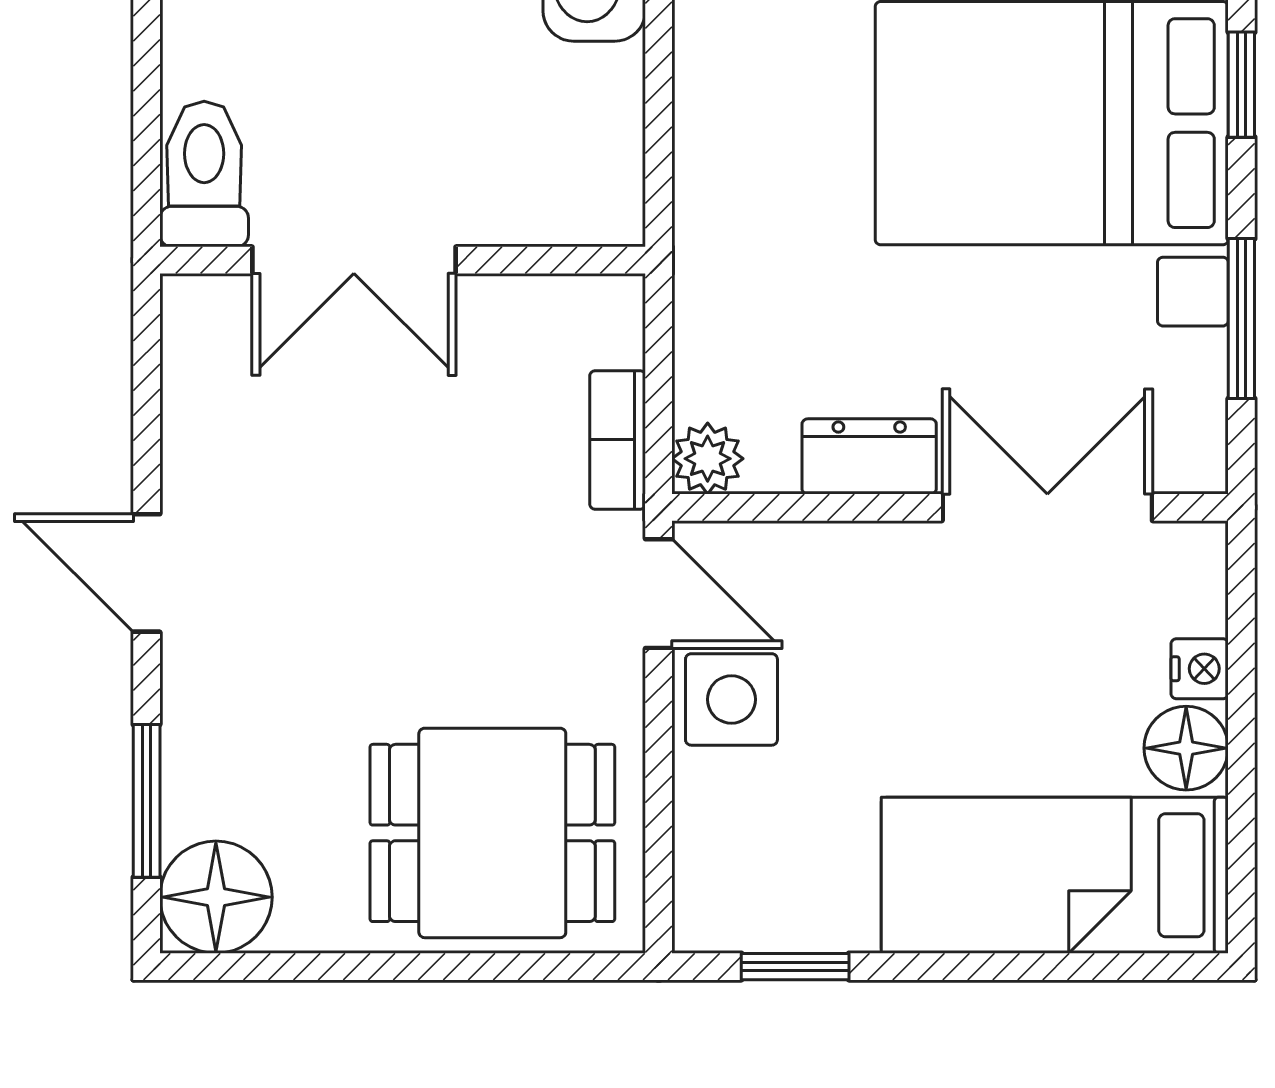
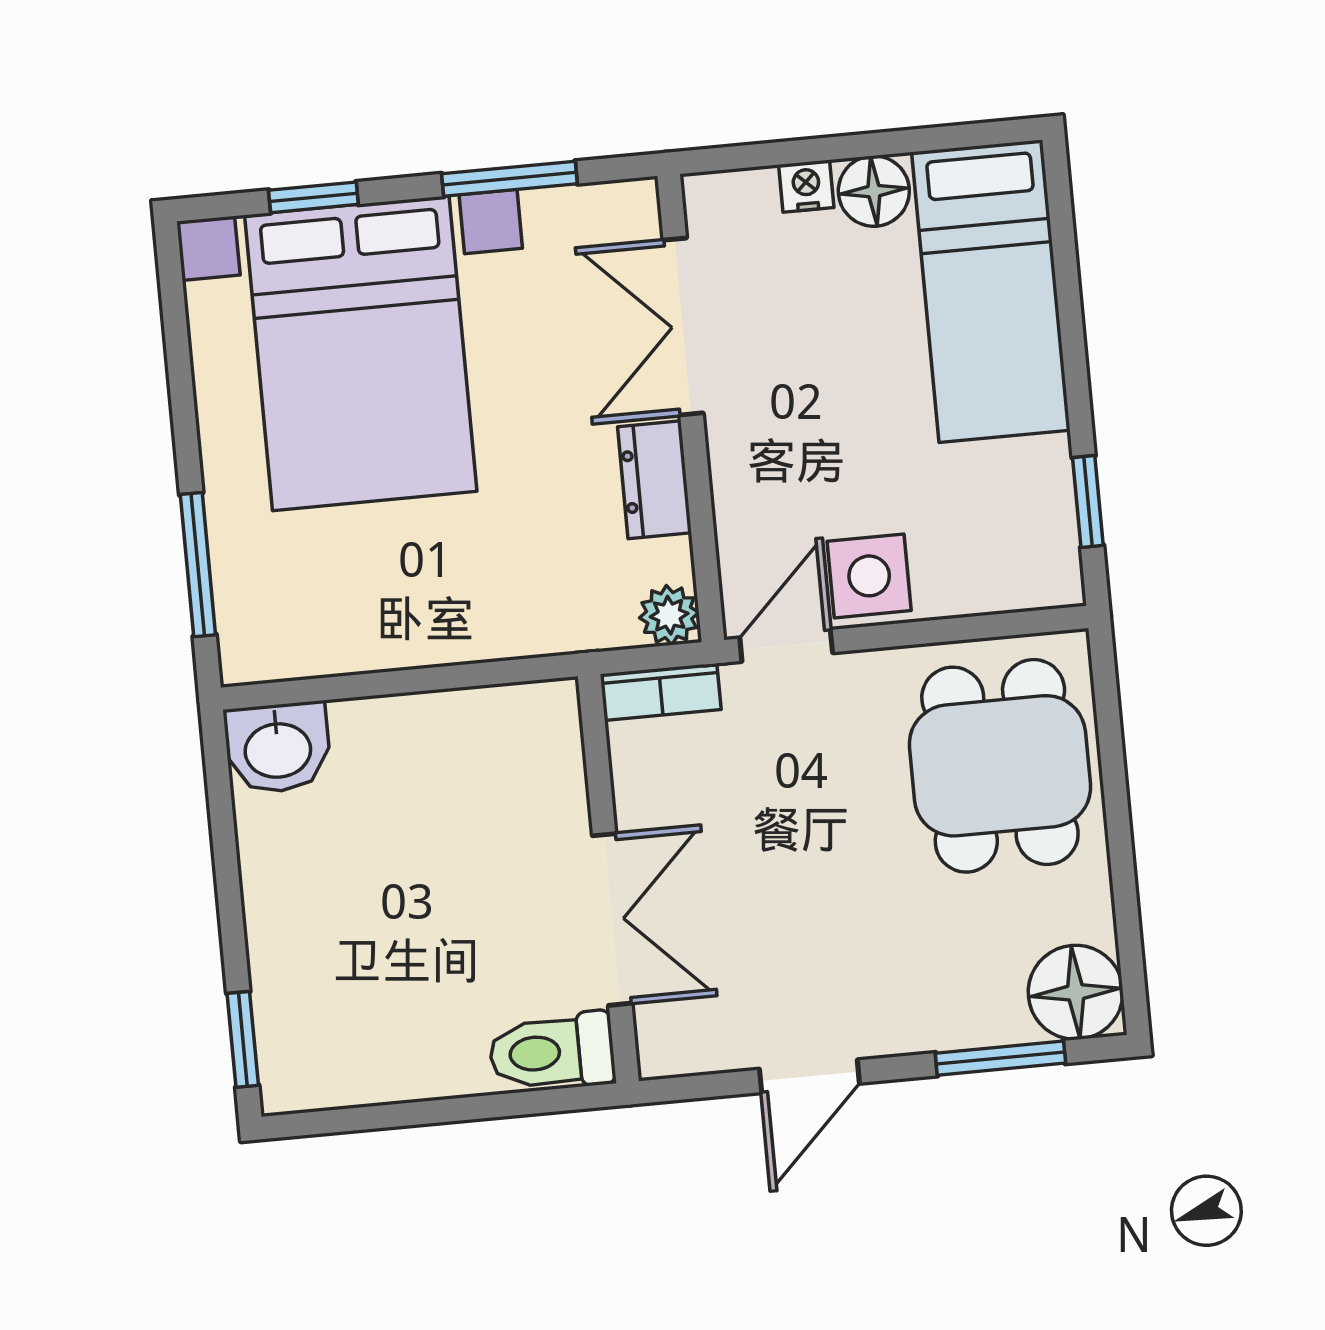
toilet: (204, 174) -> (552, 1052), moved
double door: (354, 260) -> (612, 919), moved
wall: (403, 260) -> (608, 879), moved

